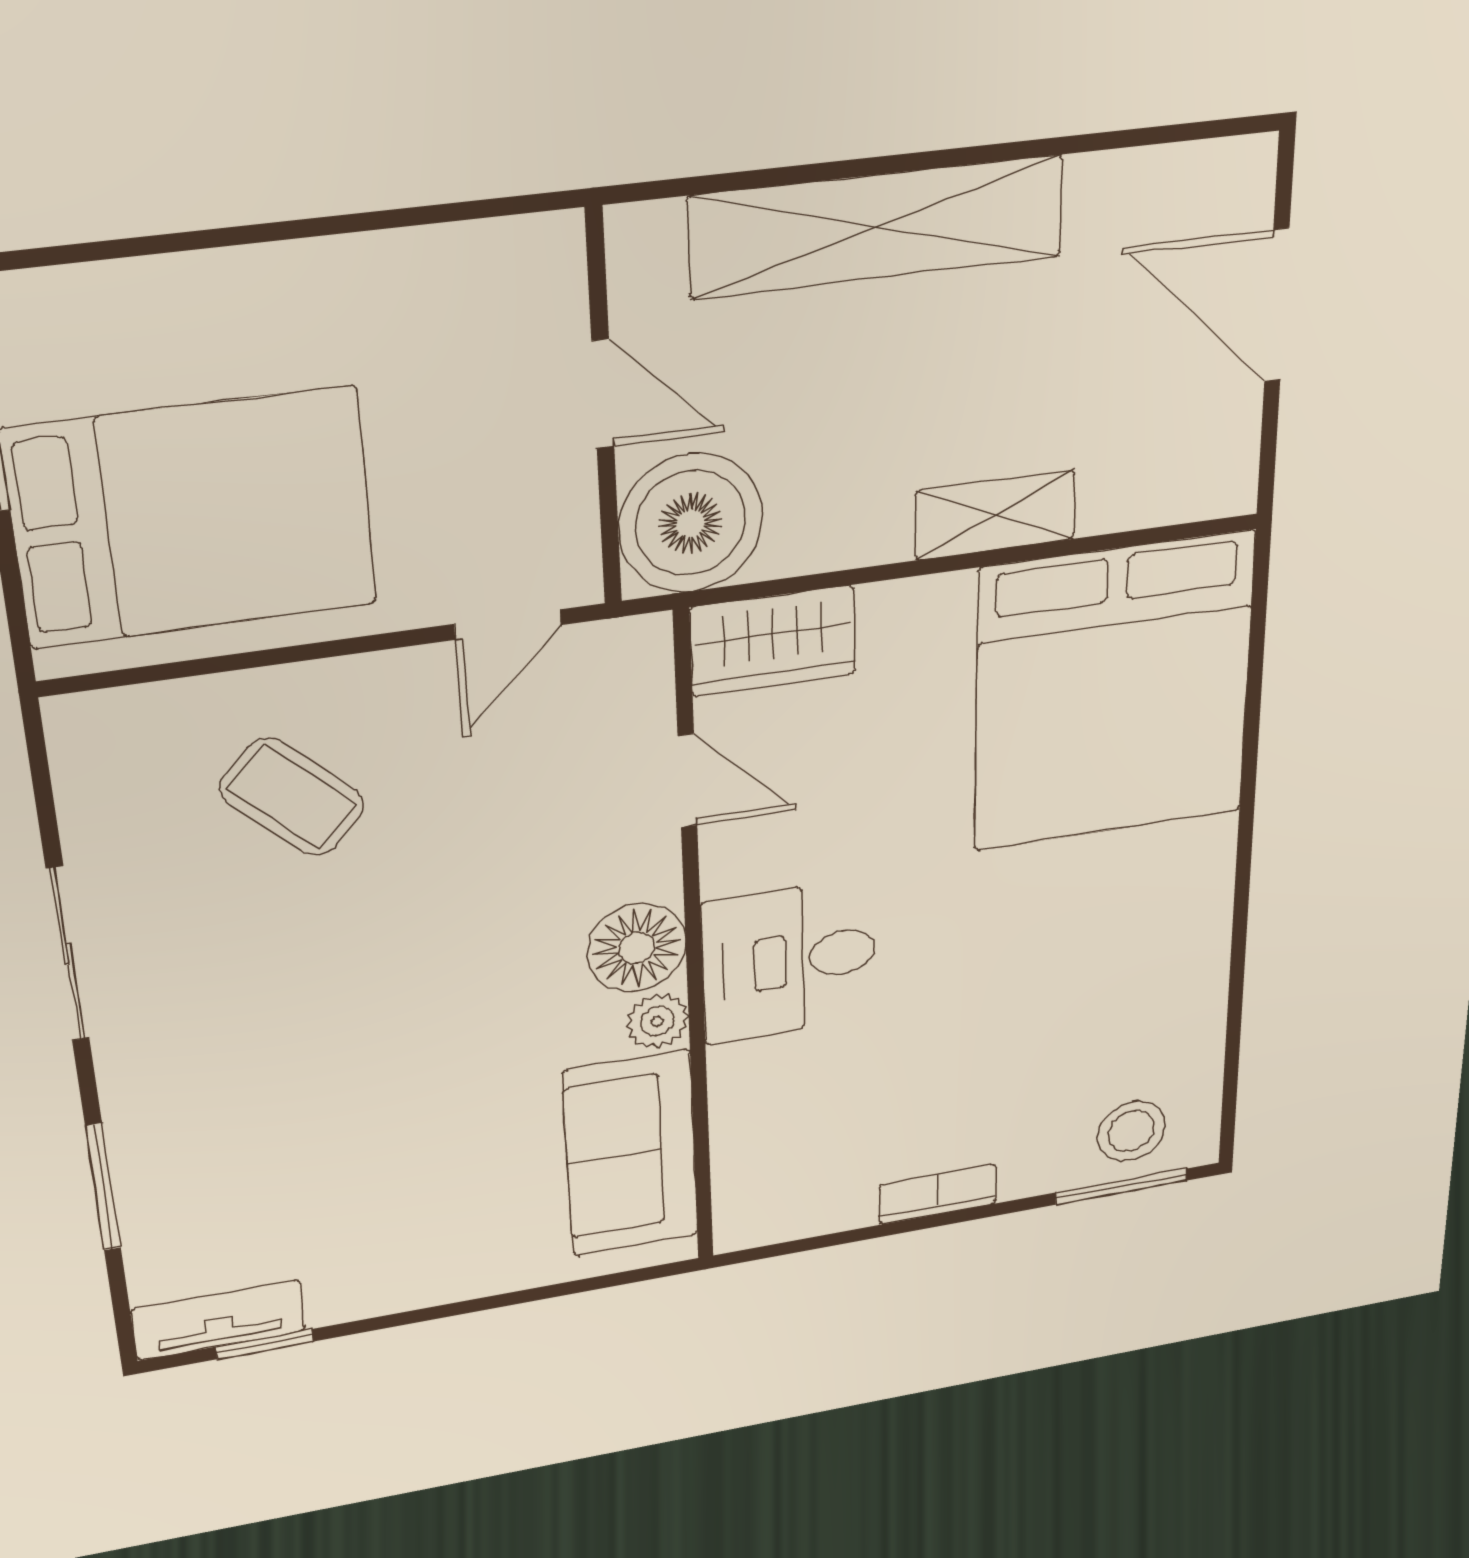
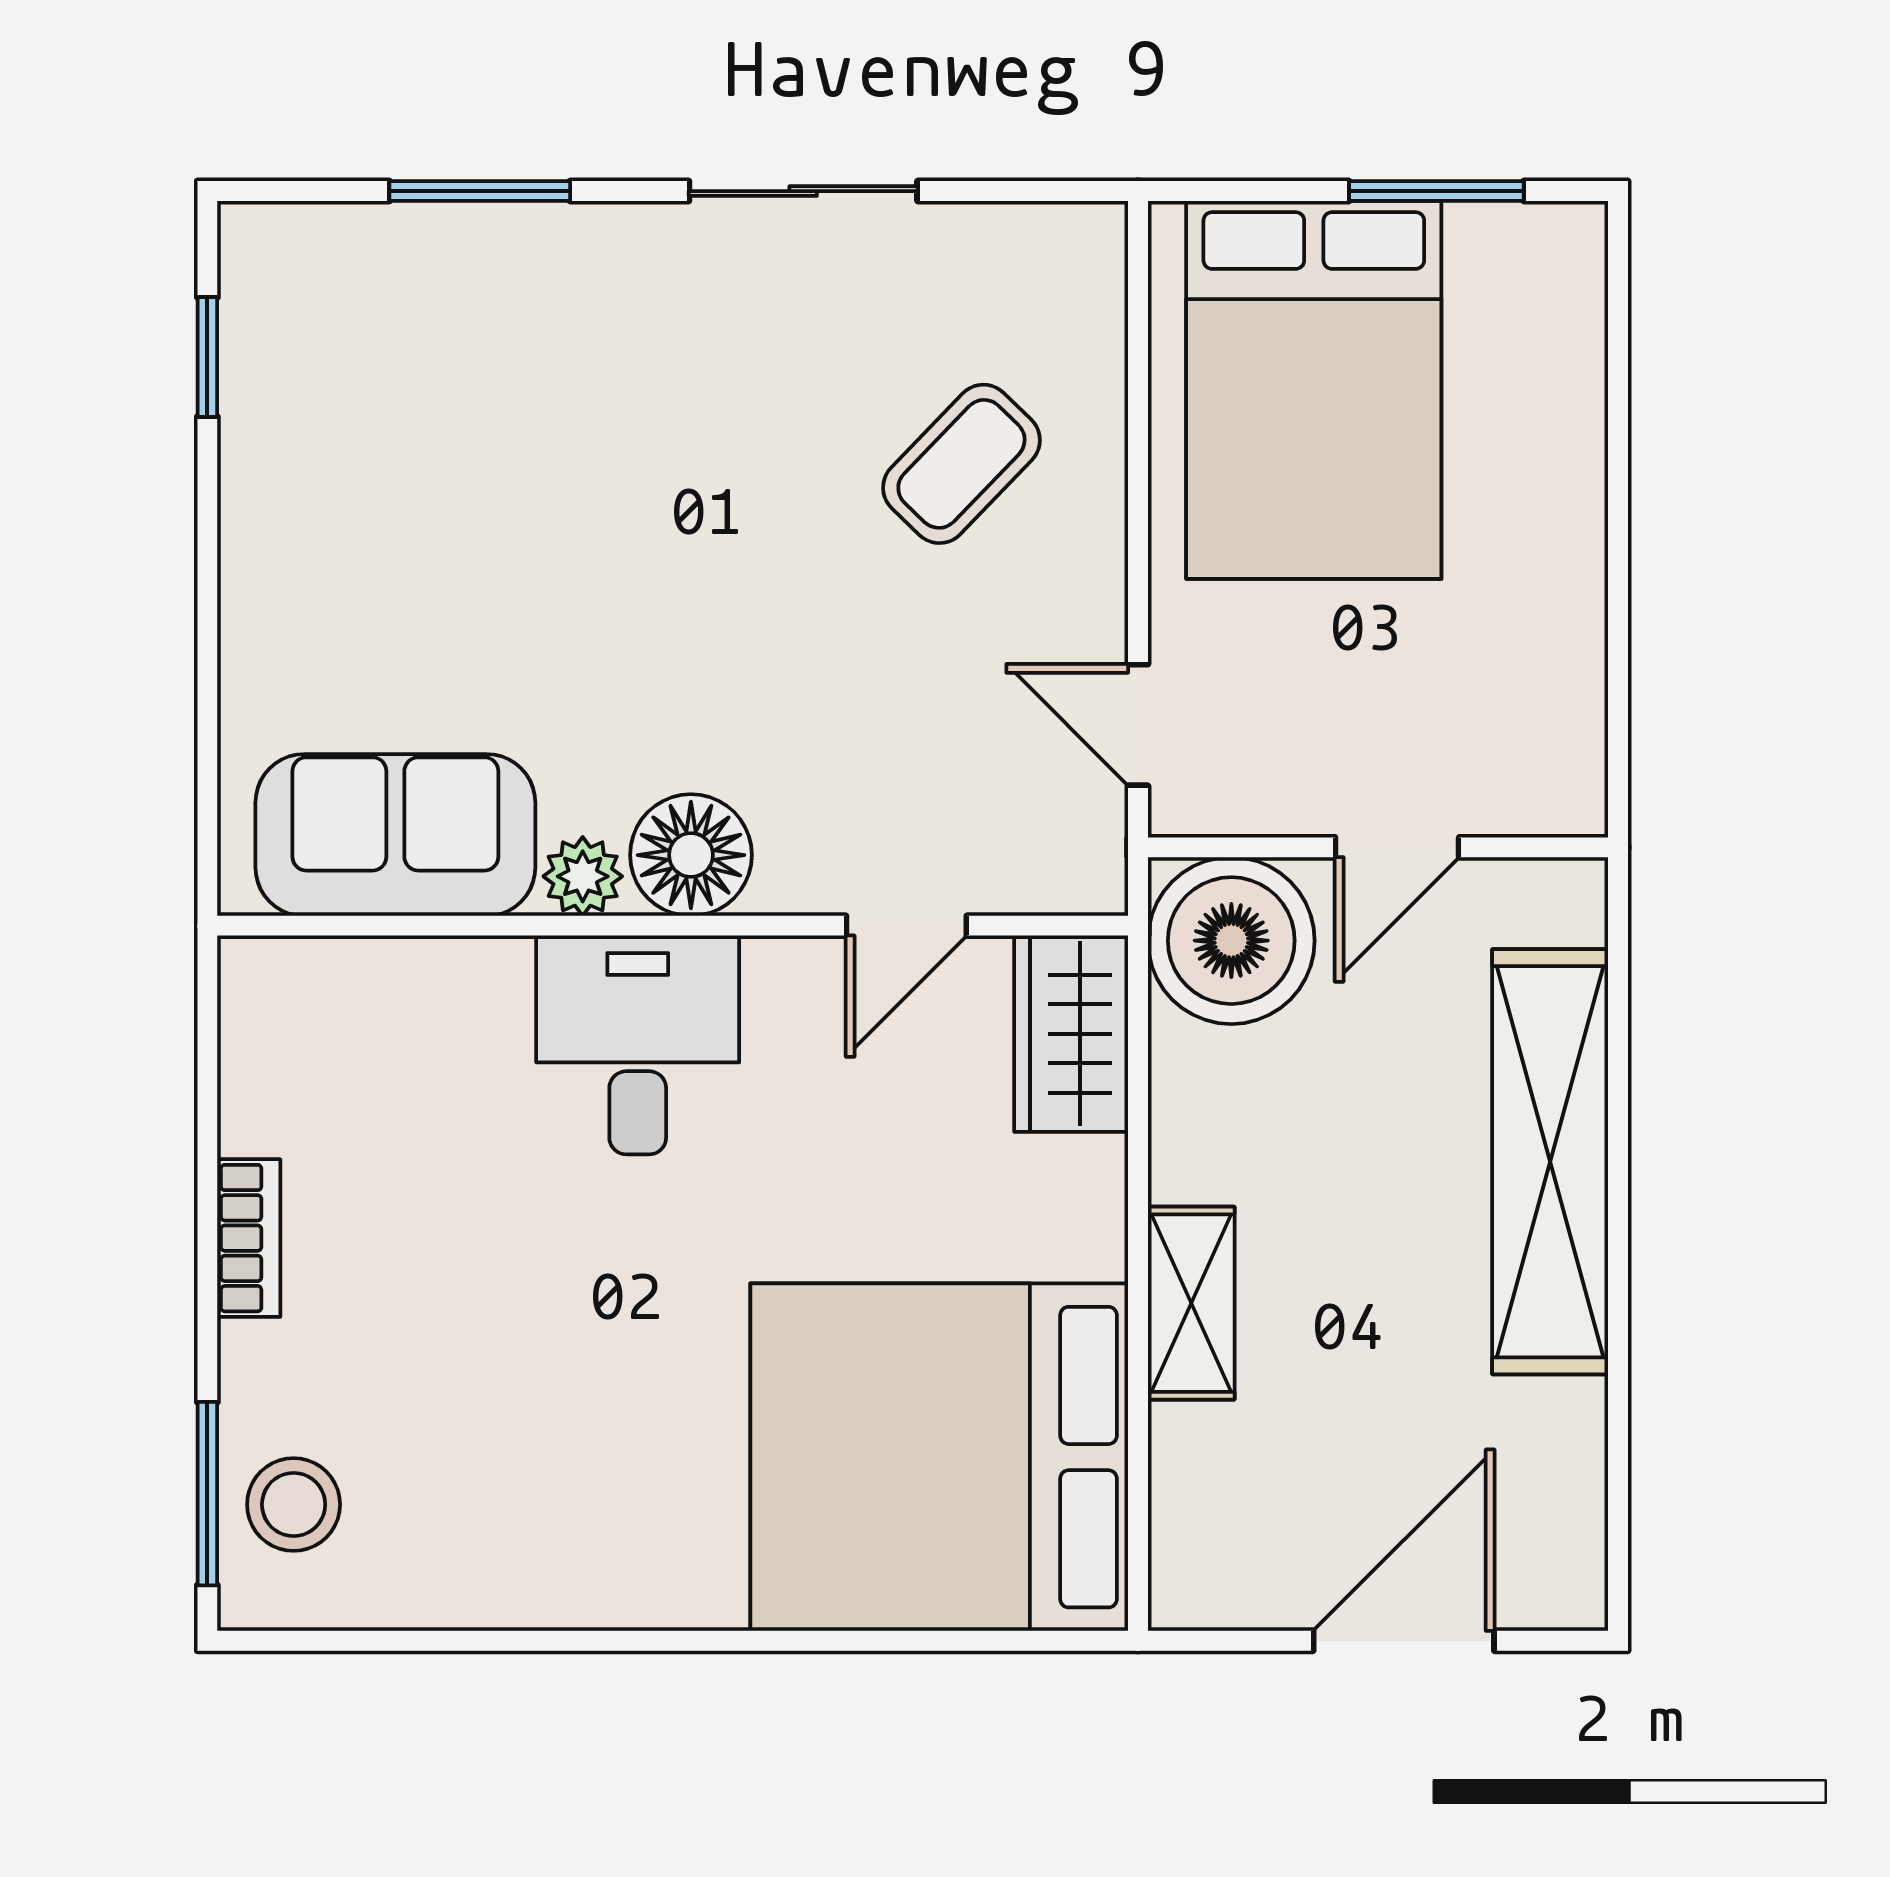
tv unit: (218, 1320) -> (257, 305), removed

